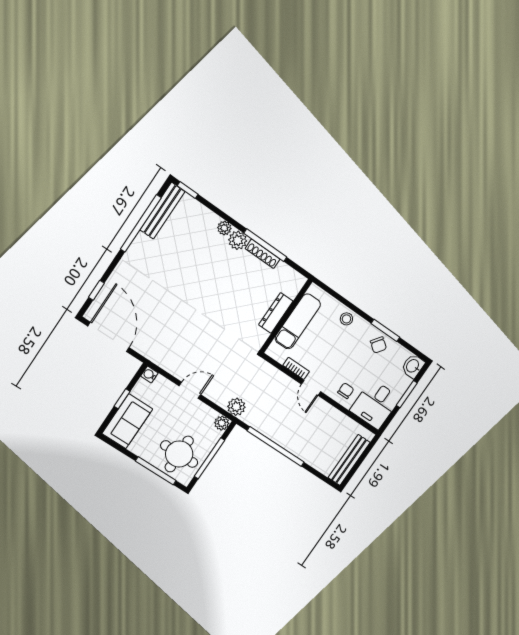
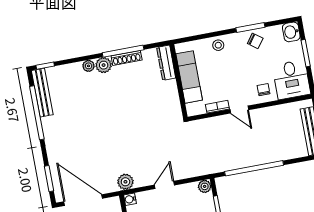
window: (96, 290) -> (49, 179), width x1.50
dresser: (276, 313) -> (166, 63), moved
plant: (236, 407) -> (125, 182), moved

